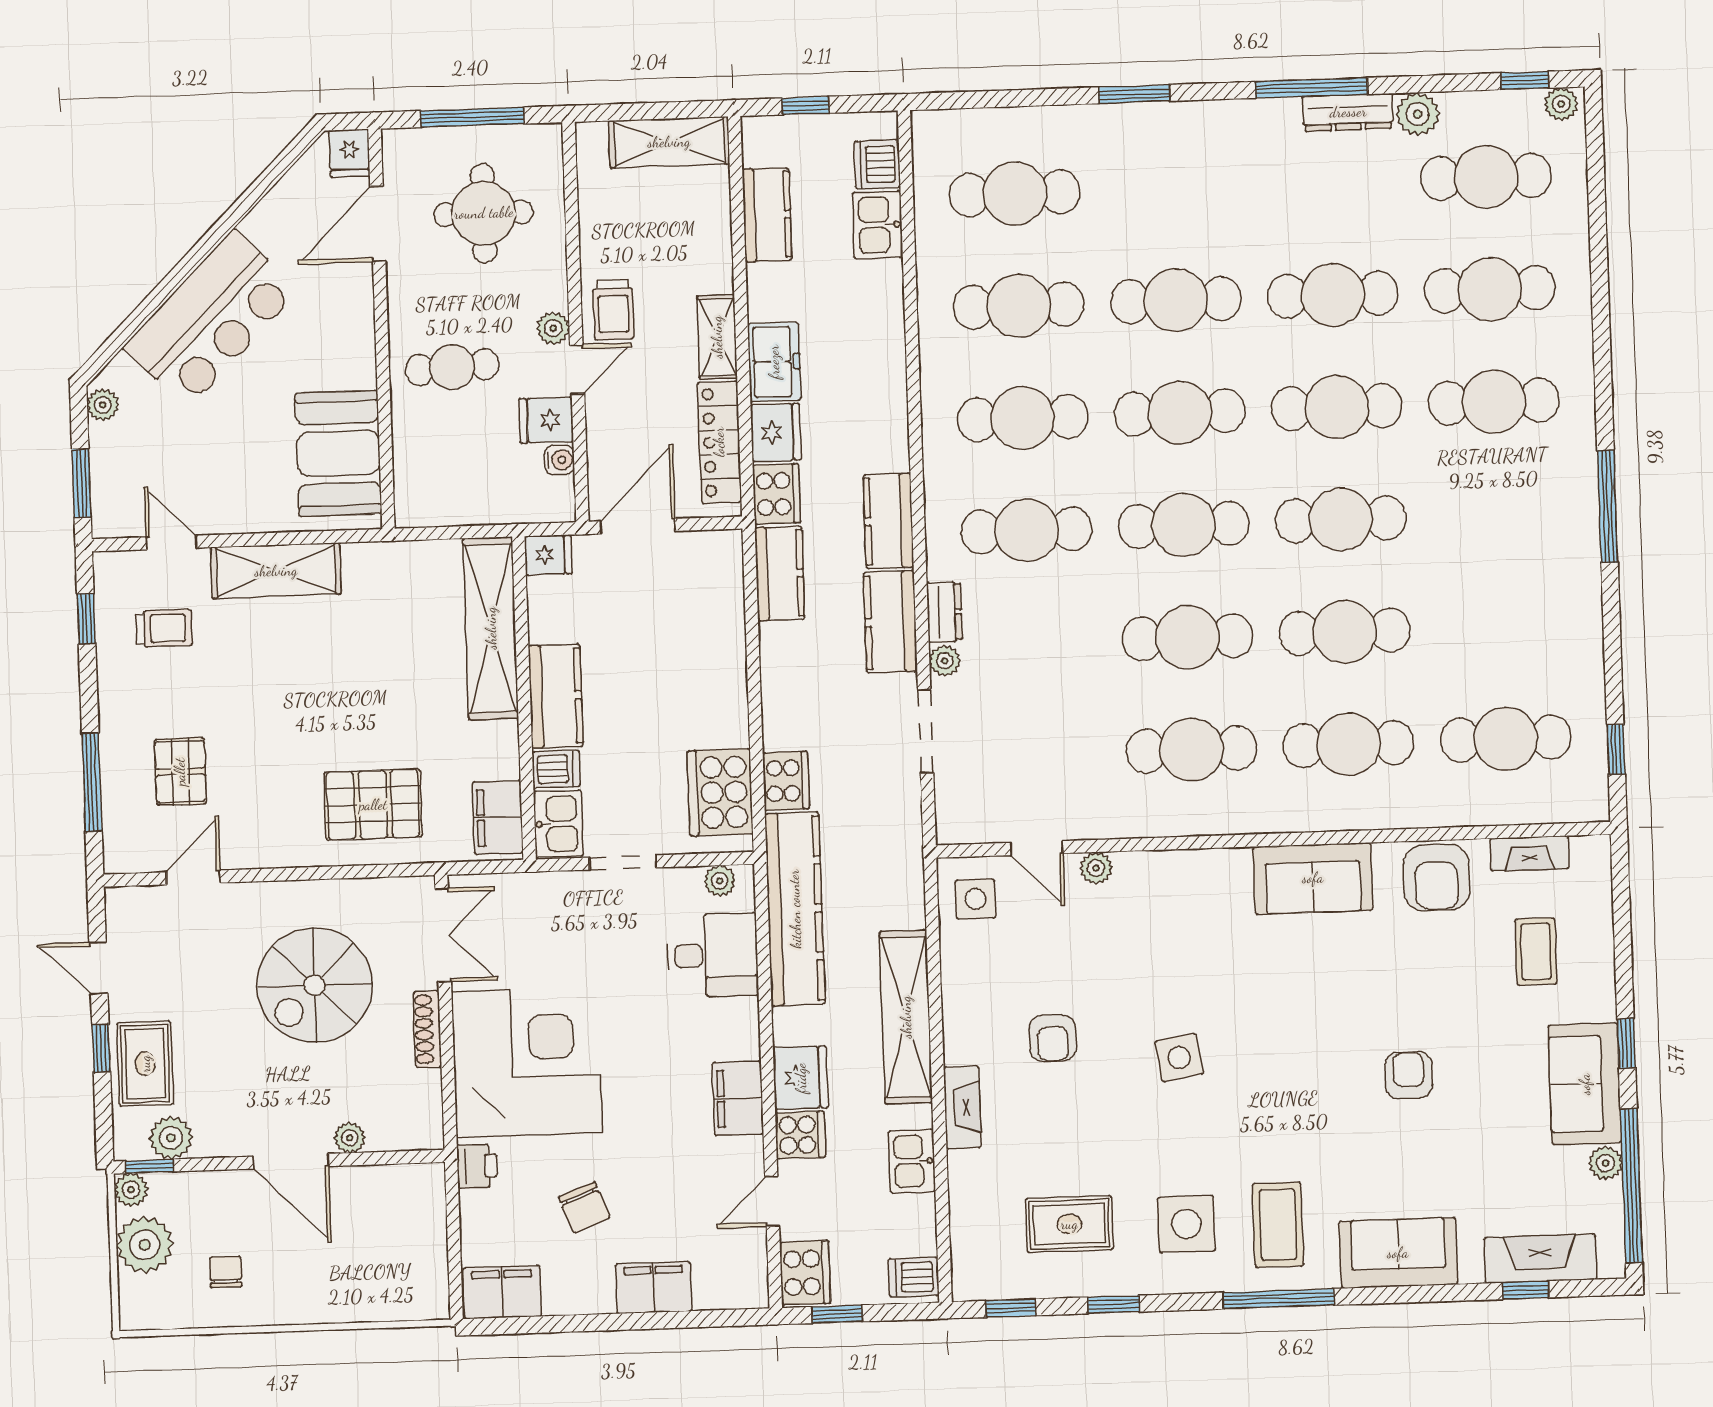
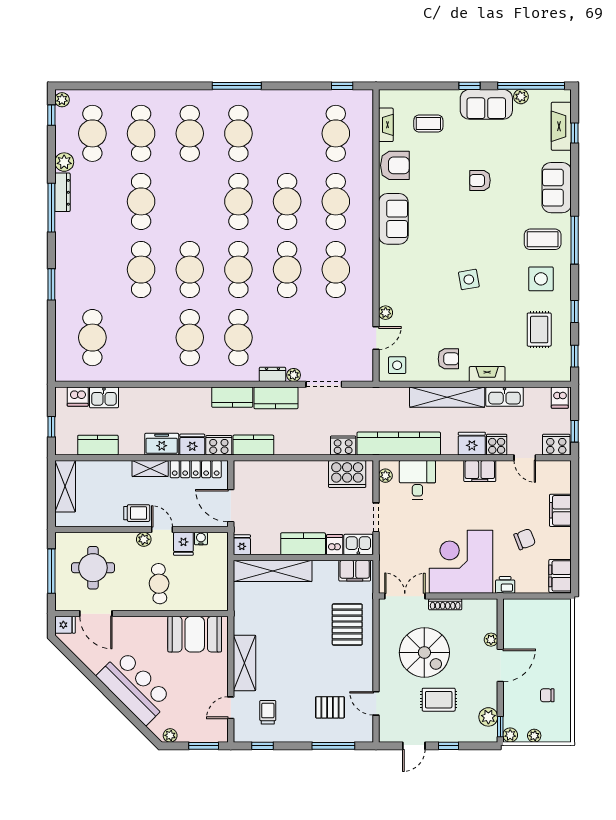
cafe table: (1019, 306) -> (141, 338), removed
cafe table: (1337, 407) -> (238, 133), moved
armchair: (1053, 1038) -> (448, 359), moved
rug: (145, 1064) -> (439, 700), moved
kitchen sink: (912, 1161) -> (505, 397), width x1.38
plant: (145, 1245) -> (534, 736), width x0.53, depth x0.53

